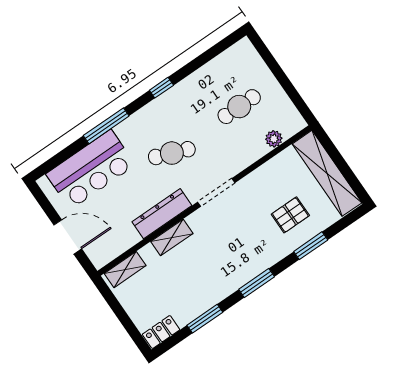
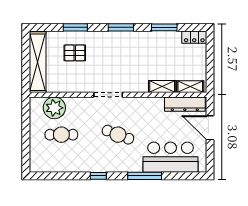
plant: (274, 139) -> (54, 108), width x1.88, depth x1.88
dresser: (162, 214) -> (185, 104), moved
shelving: (172, 237) -> (162, 87), moved

